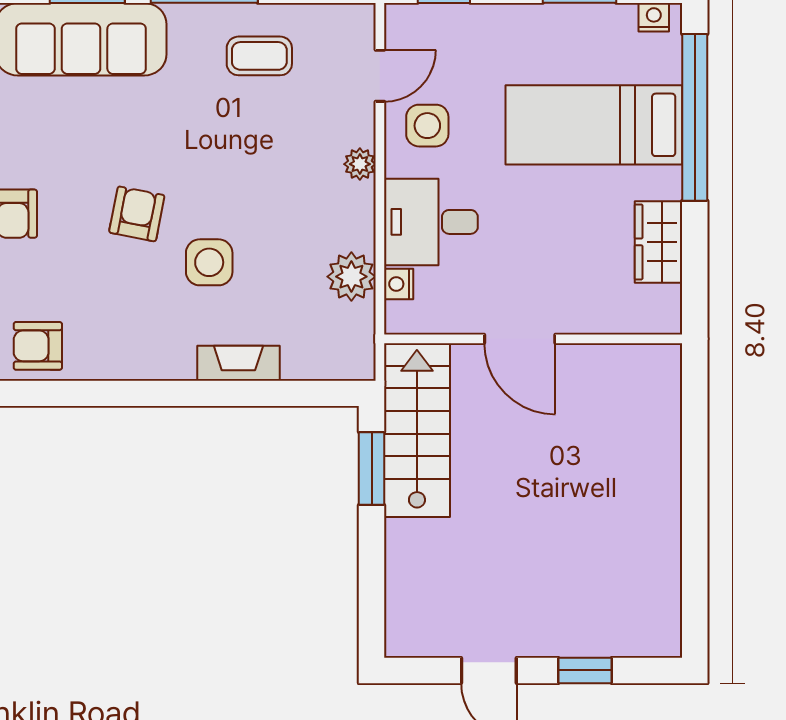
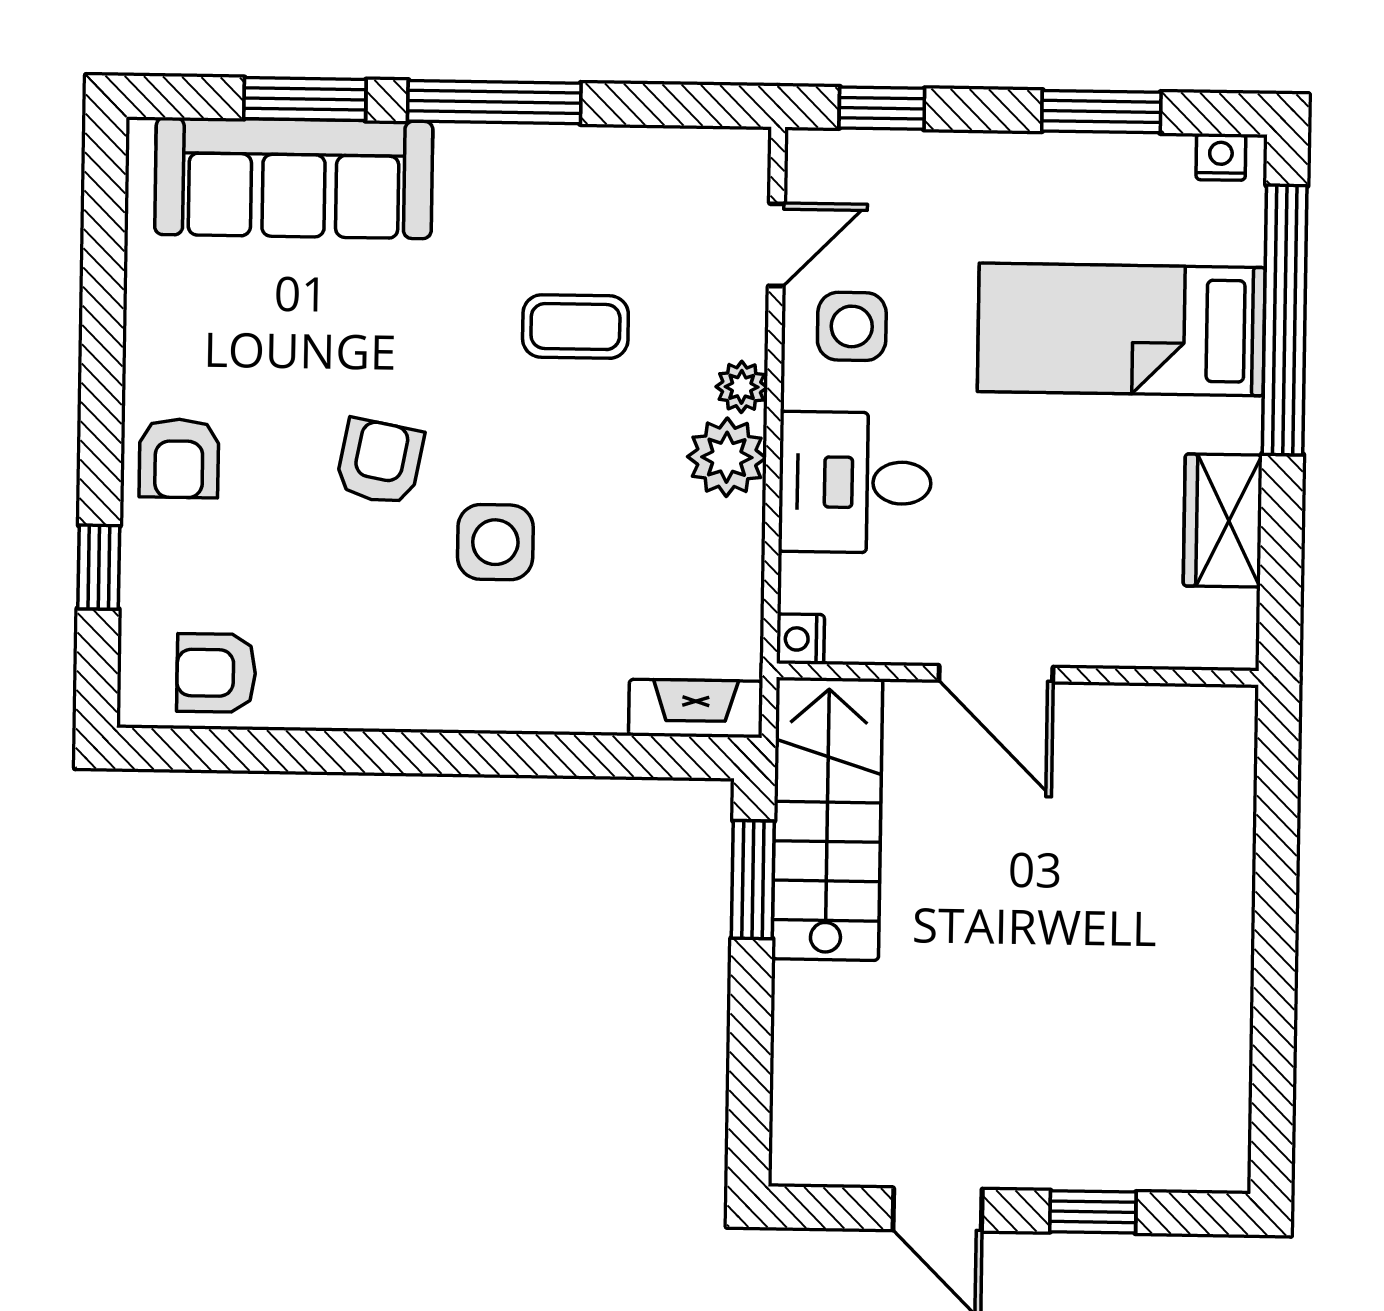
coffee table: (259, 56) -> (575, 327), moved
plant: (351, 277) -> (727, 457), moved
nightstand: (399, 284) -> (800, 639), moved
fireplace: (238, 363) -> (696, 709), moved

